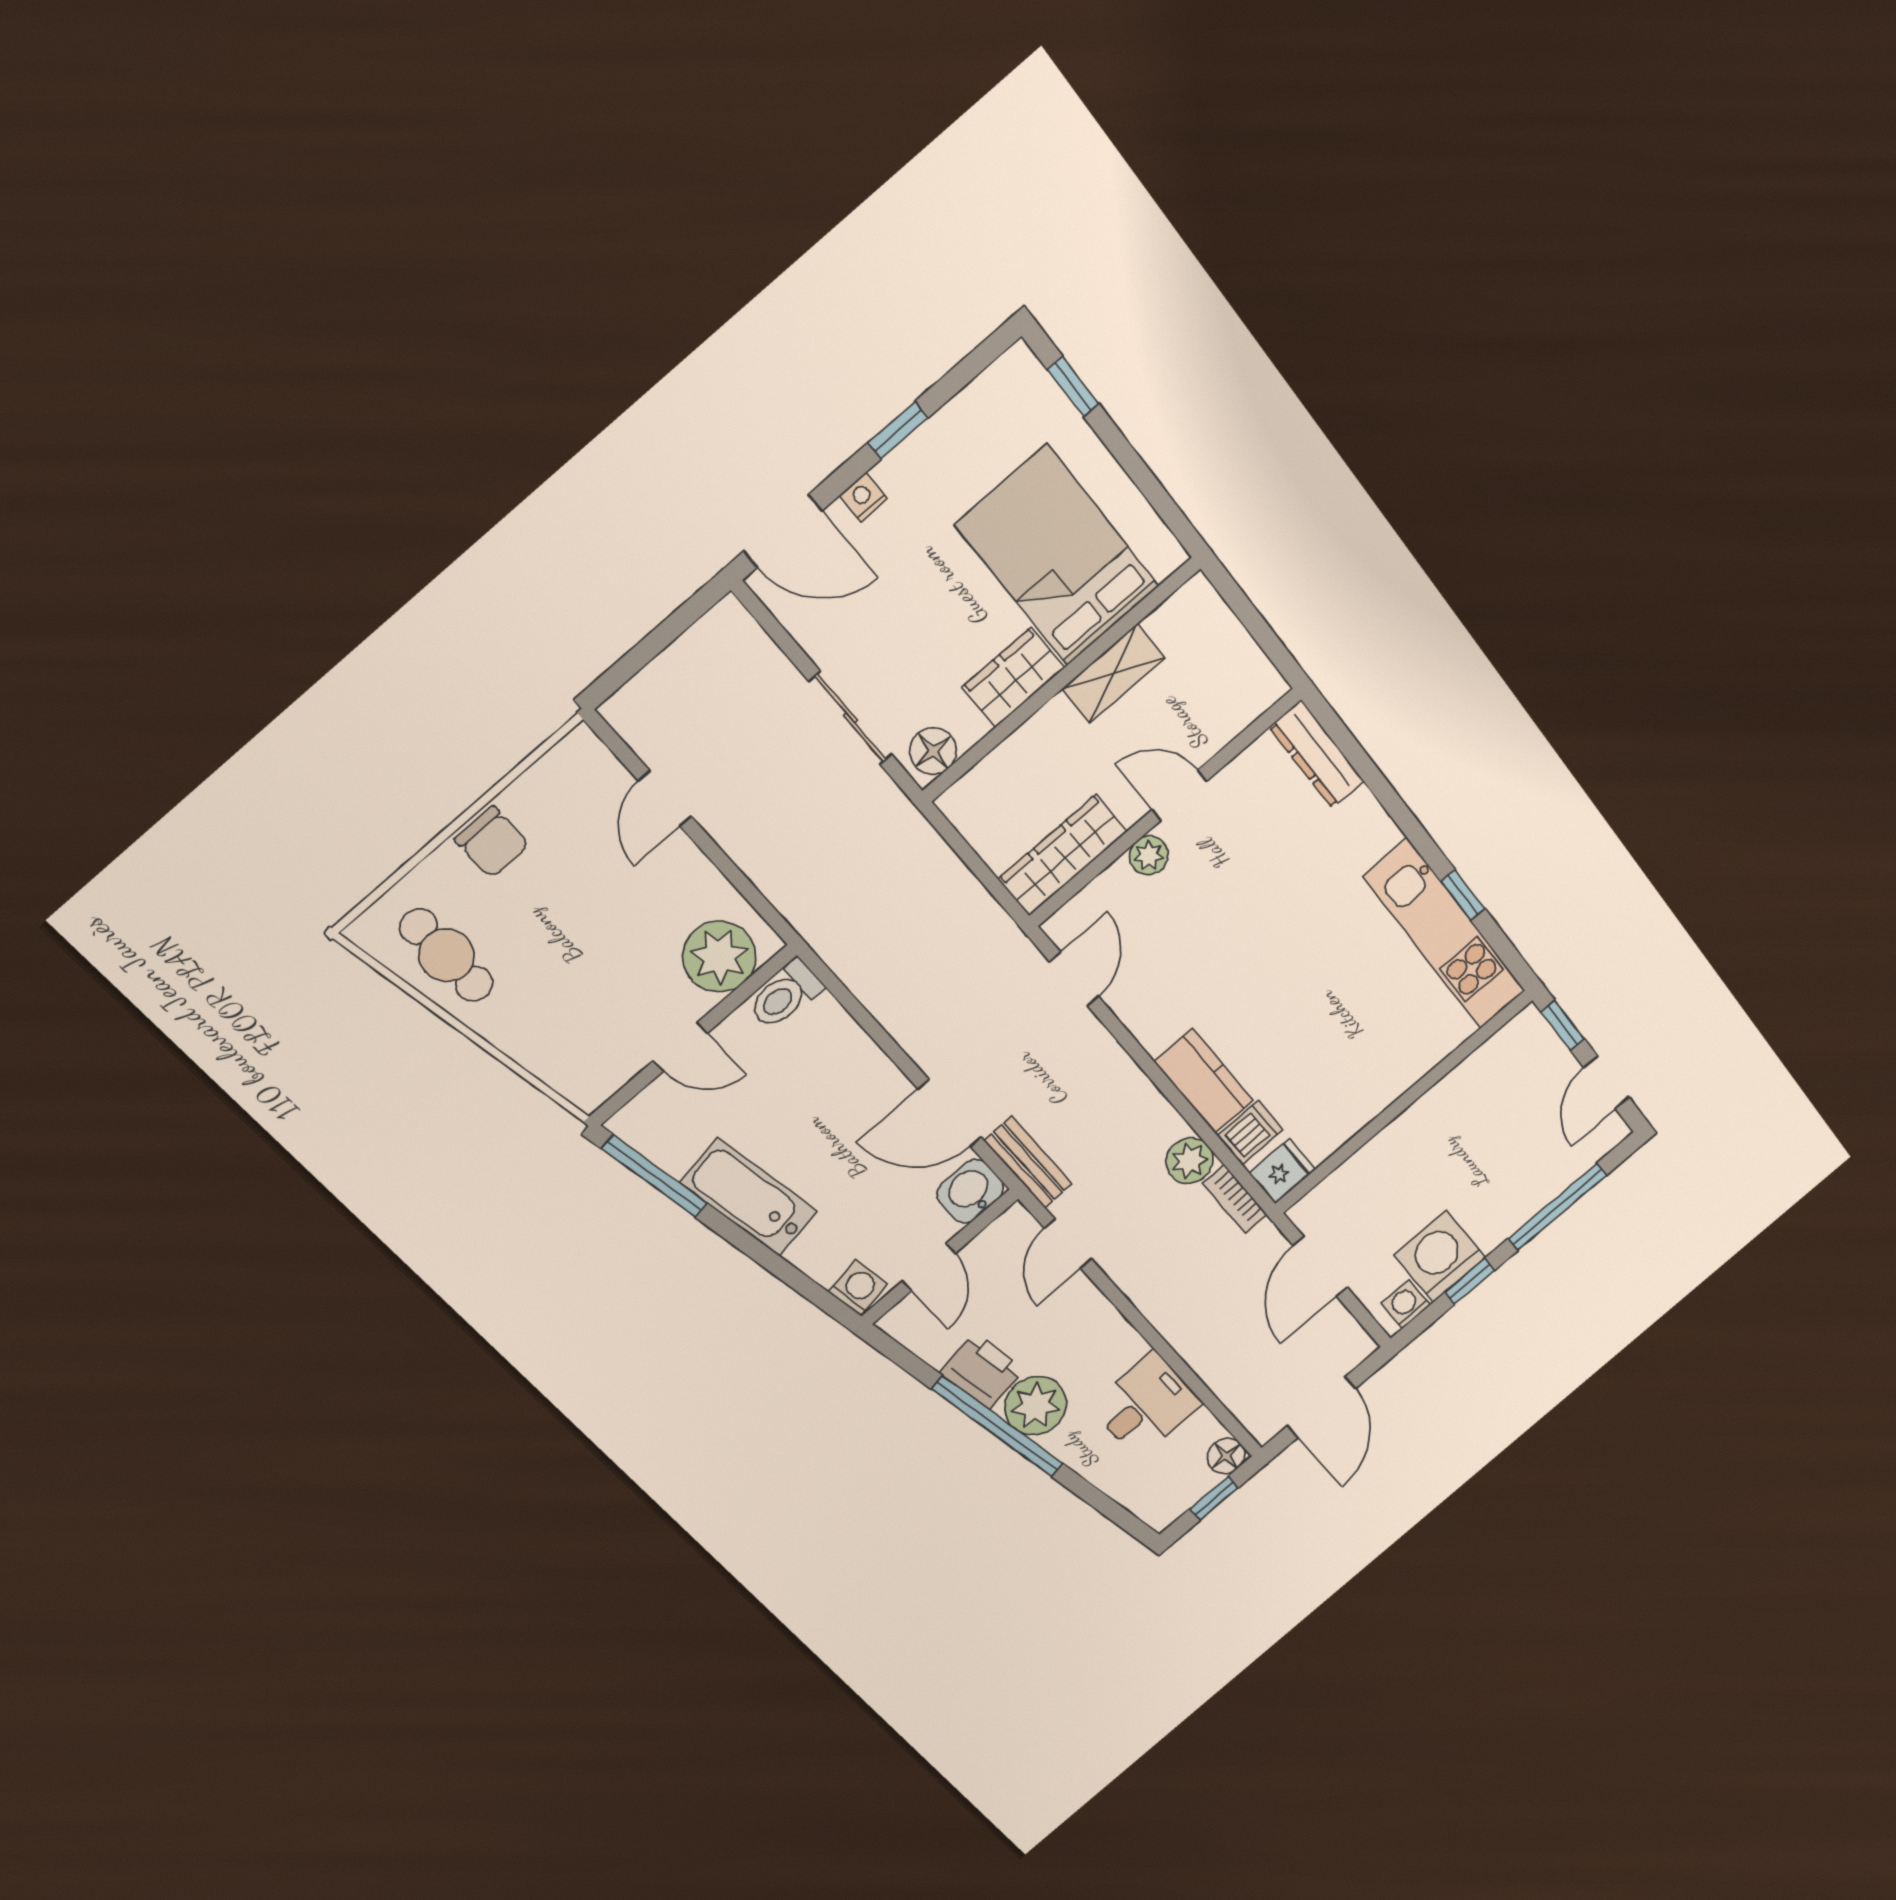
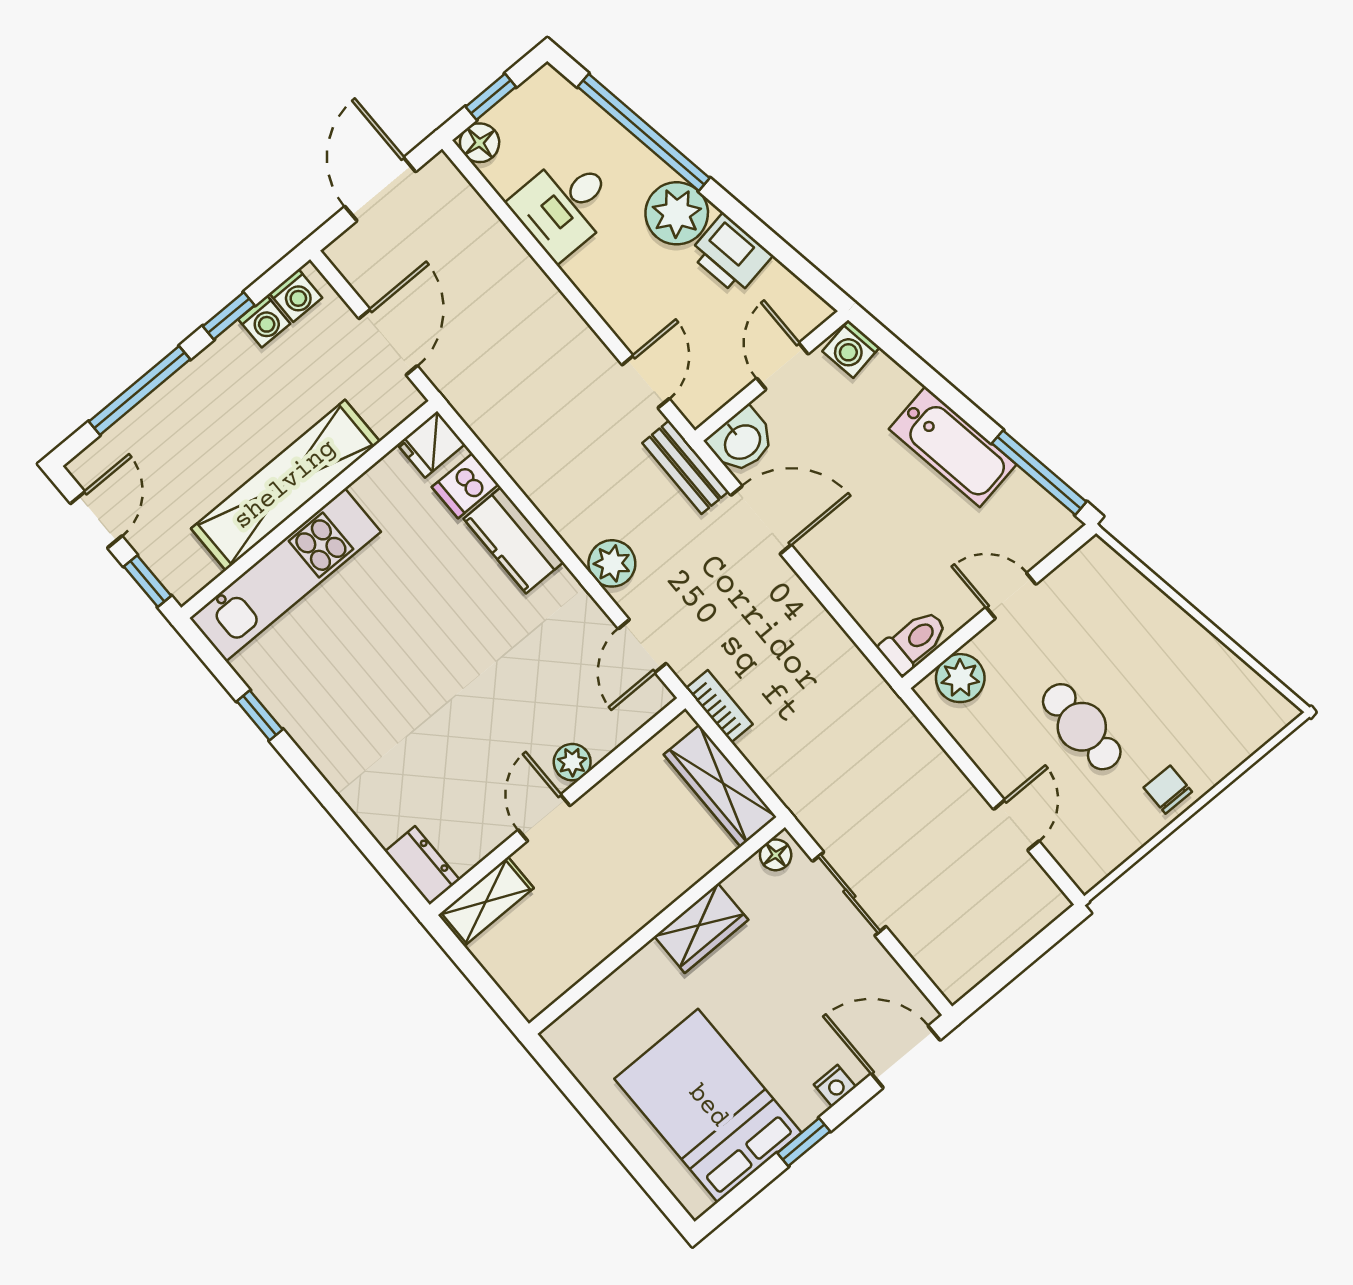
window: (1073, 387) -> (648, 1180), removed
bed: (1057, 556) -> (708, 1106), moved, turned 180
shelving: (1114, 673) -> (486, 902), moved
floor lamp: (933, 751) -> (776, 855), width x0.73, depth x0.73
dresser: (1317, 754) -> (422, 866), width x0.70
door: (1179, 796) -> (544, 818), swing flipped
chair: (492, 842) -> (1168, 790), width x0.73, depth x0.73
wardrobe: (1063, 855) -> (720, 786), moved, turned 90
kitchen unit: (1445, 934) -> (285, 575), moved, turned 90
cafe table: (446, 955) -> (1082, 727), moved
plant: (719, 957) -> (960, 678), width x0.73, depth x0.73
shelving: (1425, 1125) -> (285, 485), added
plant: (1190, 1161) -> (612, 563), moved
bookcase: (1235, 1199) -> (719, 706), moved
washing machine: (1440, 1256) -> (264, 321), width x0.53, depth x0.53
window: (998, 1427) -> (644, 132), moved

